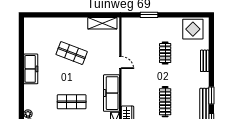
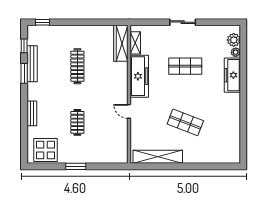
window: (149, 15) -> (76, 166), moved
shelving: (102, 23) -> (158, 157), width x1.47
freezer: (31, 69) -> (232, 75), moved

